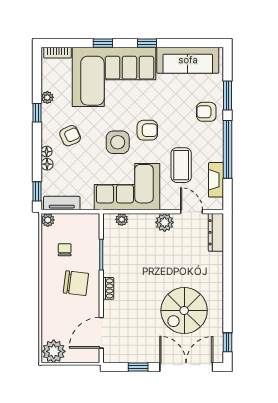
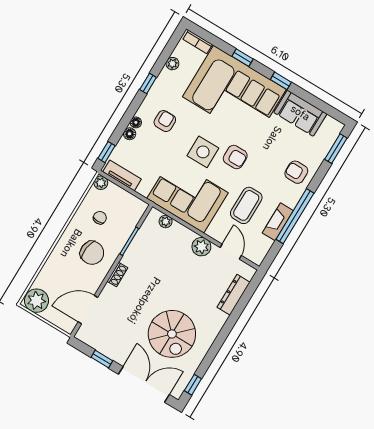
sofa: (188, 60) -> (300, 113), width x0.73
window: (227, 96) -> (336, 149), moved
plant: (47, 97) -> (172, 64), moved
armchair: (70, 136) -> (165, 121), turned -66
fireplace: (216, 180) -> (278, 222), moved
dresser: (216, 232) -> (234, 295), moved
spiral stairs: (184, 311) -> (172, 334), turned -90

